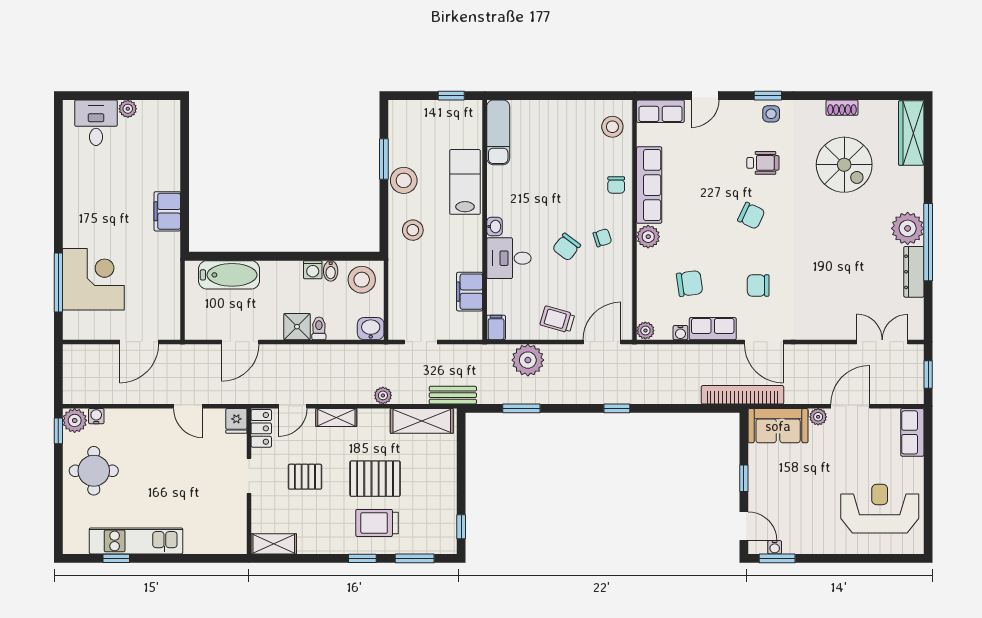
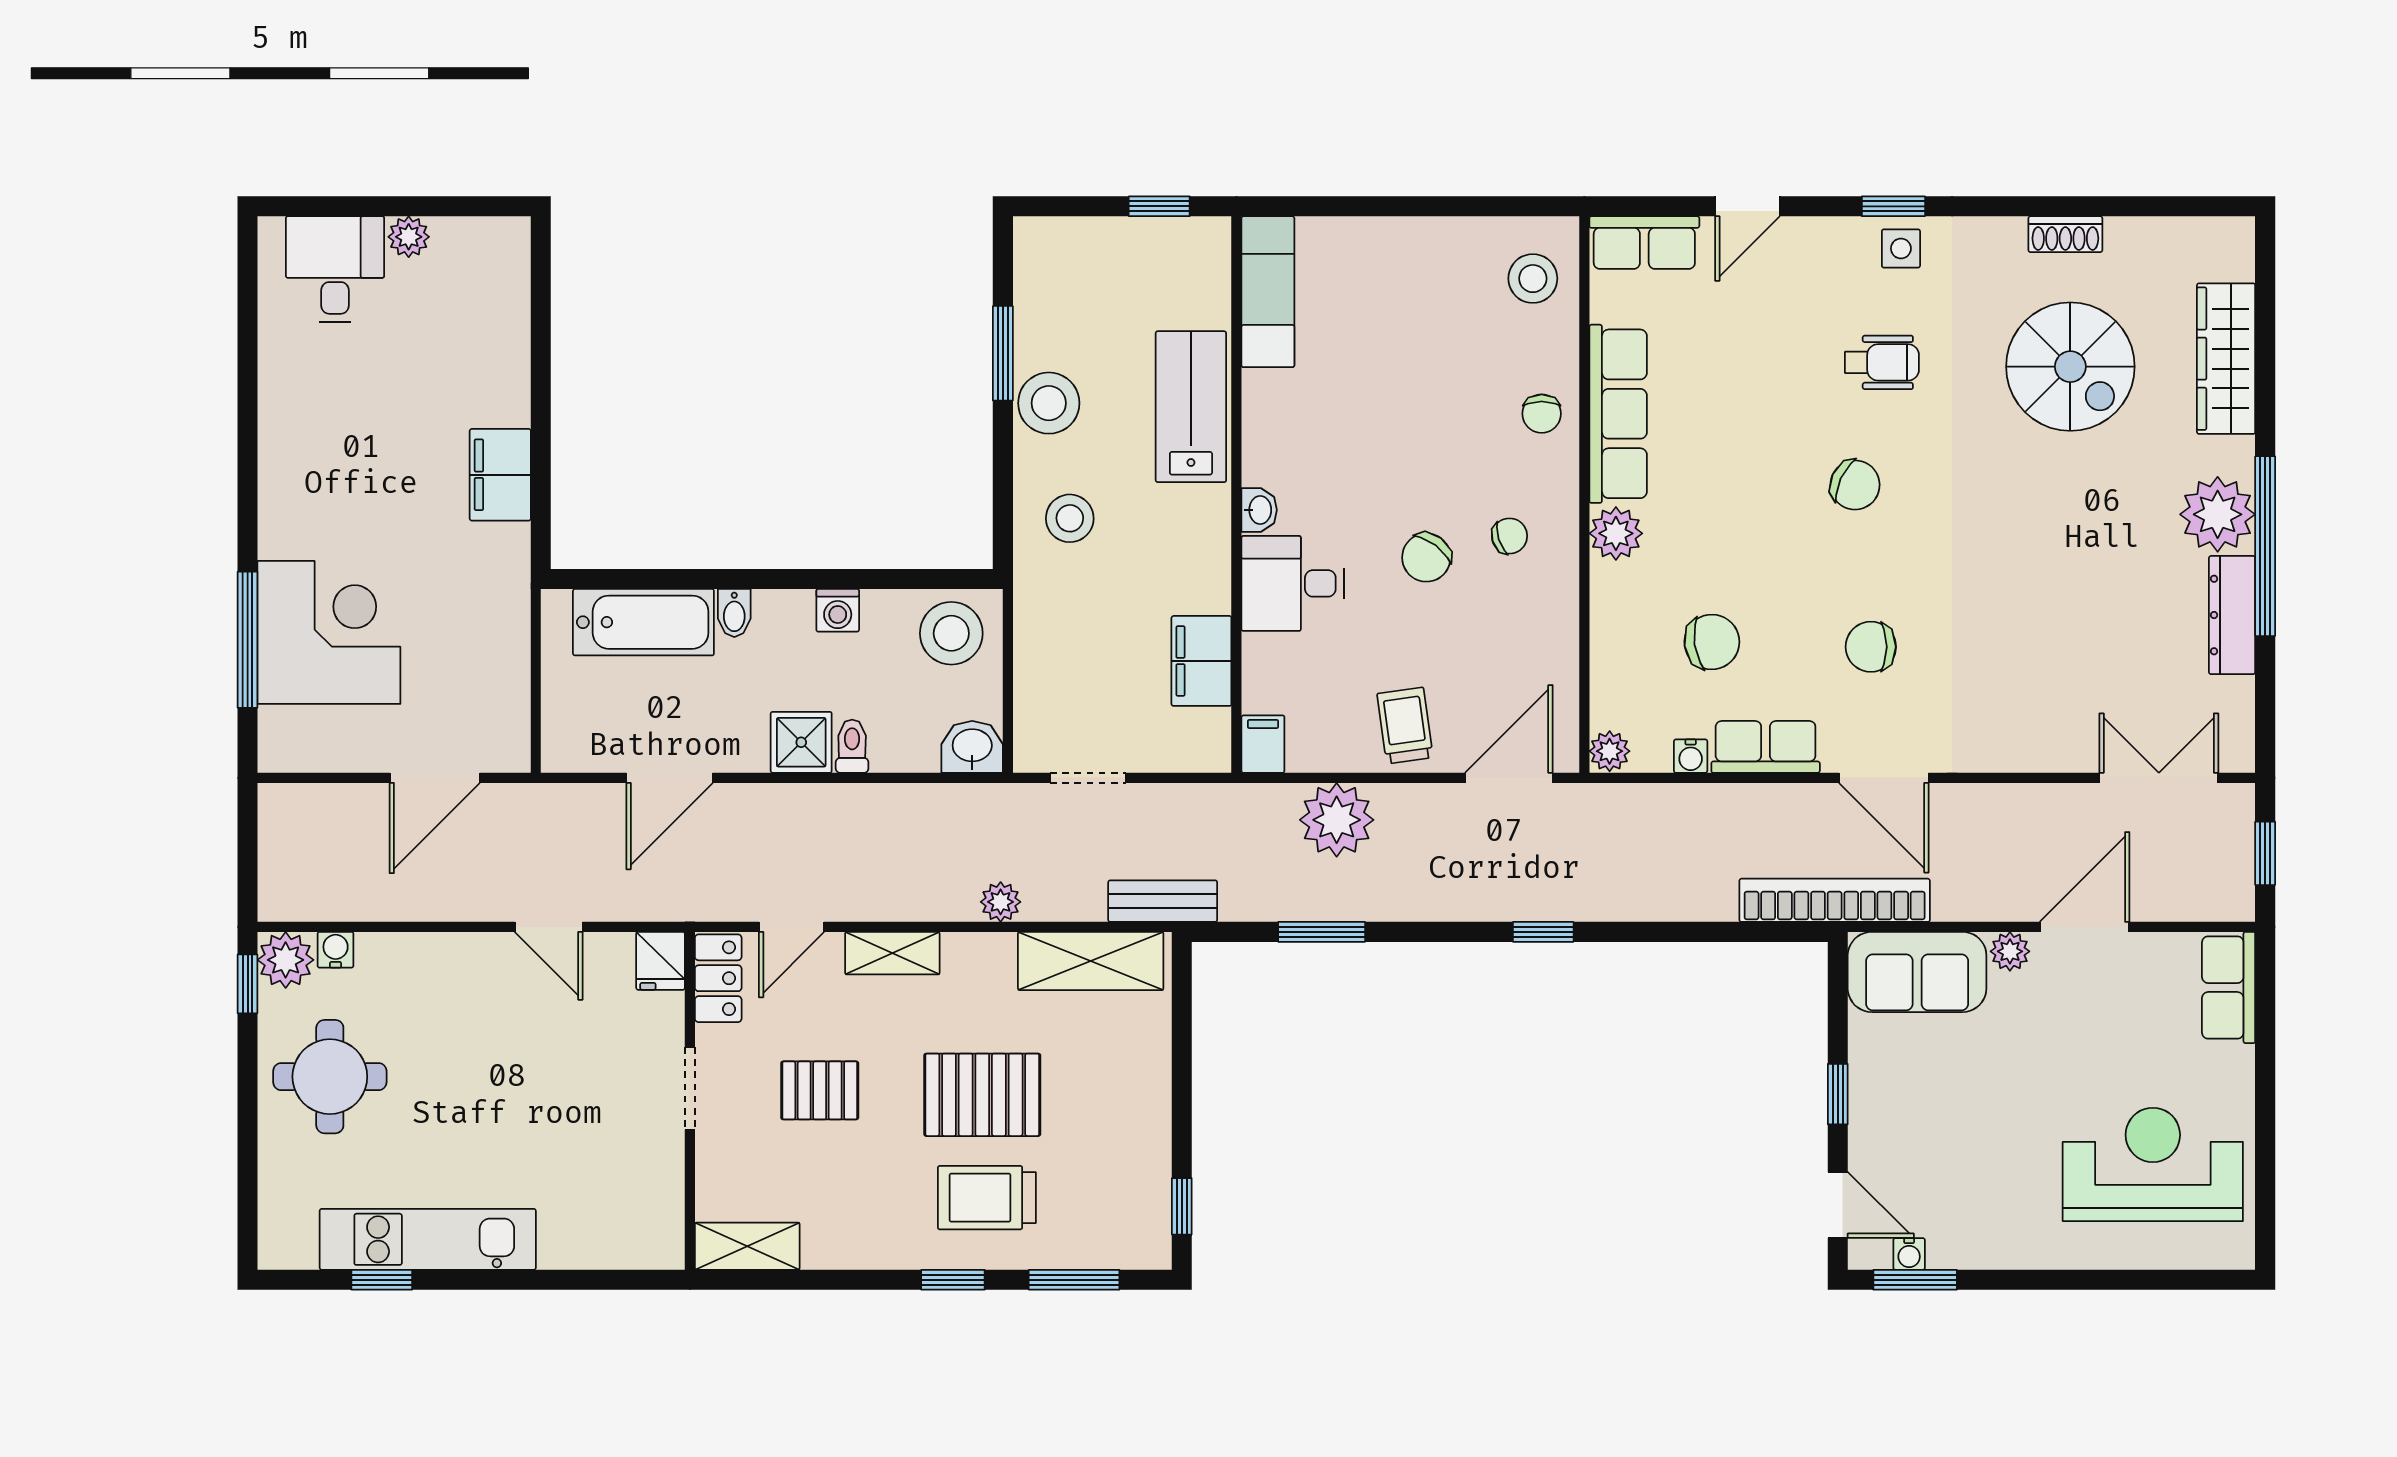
wardrobe: (911, 133) -> (2226, 359), moved
bidet: (331, 271) -> (734, 613), moved
trolley: (557, 319) -> (1405, 725), turned 66

